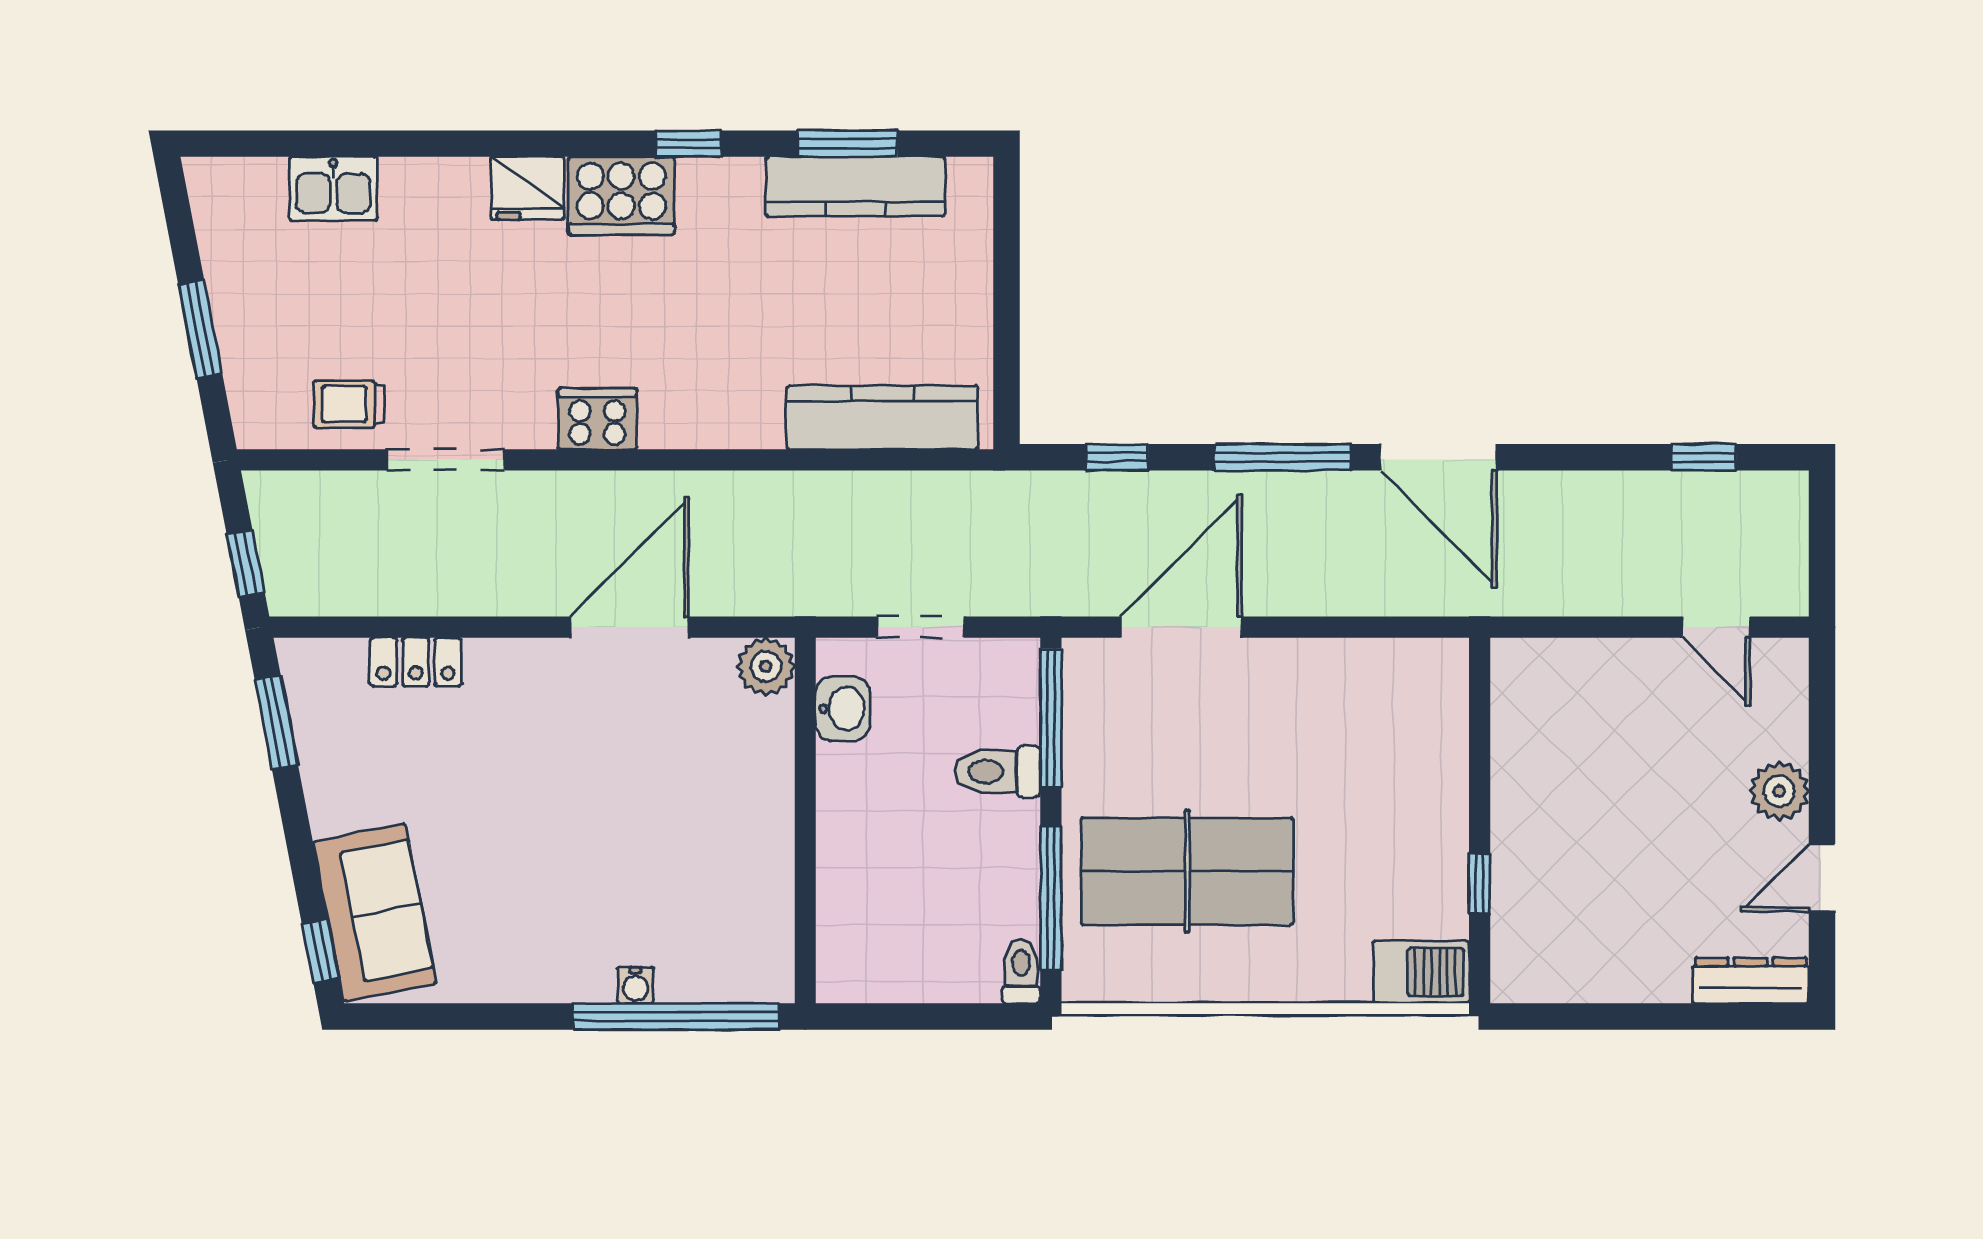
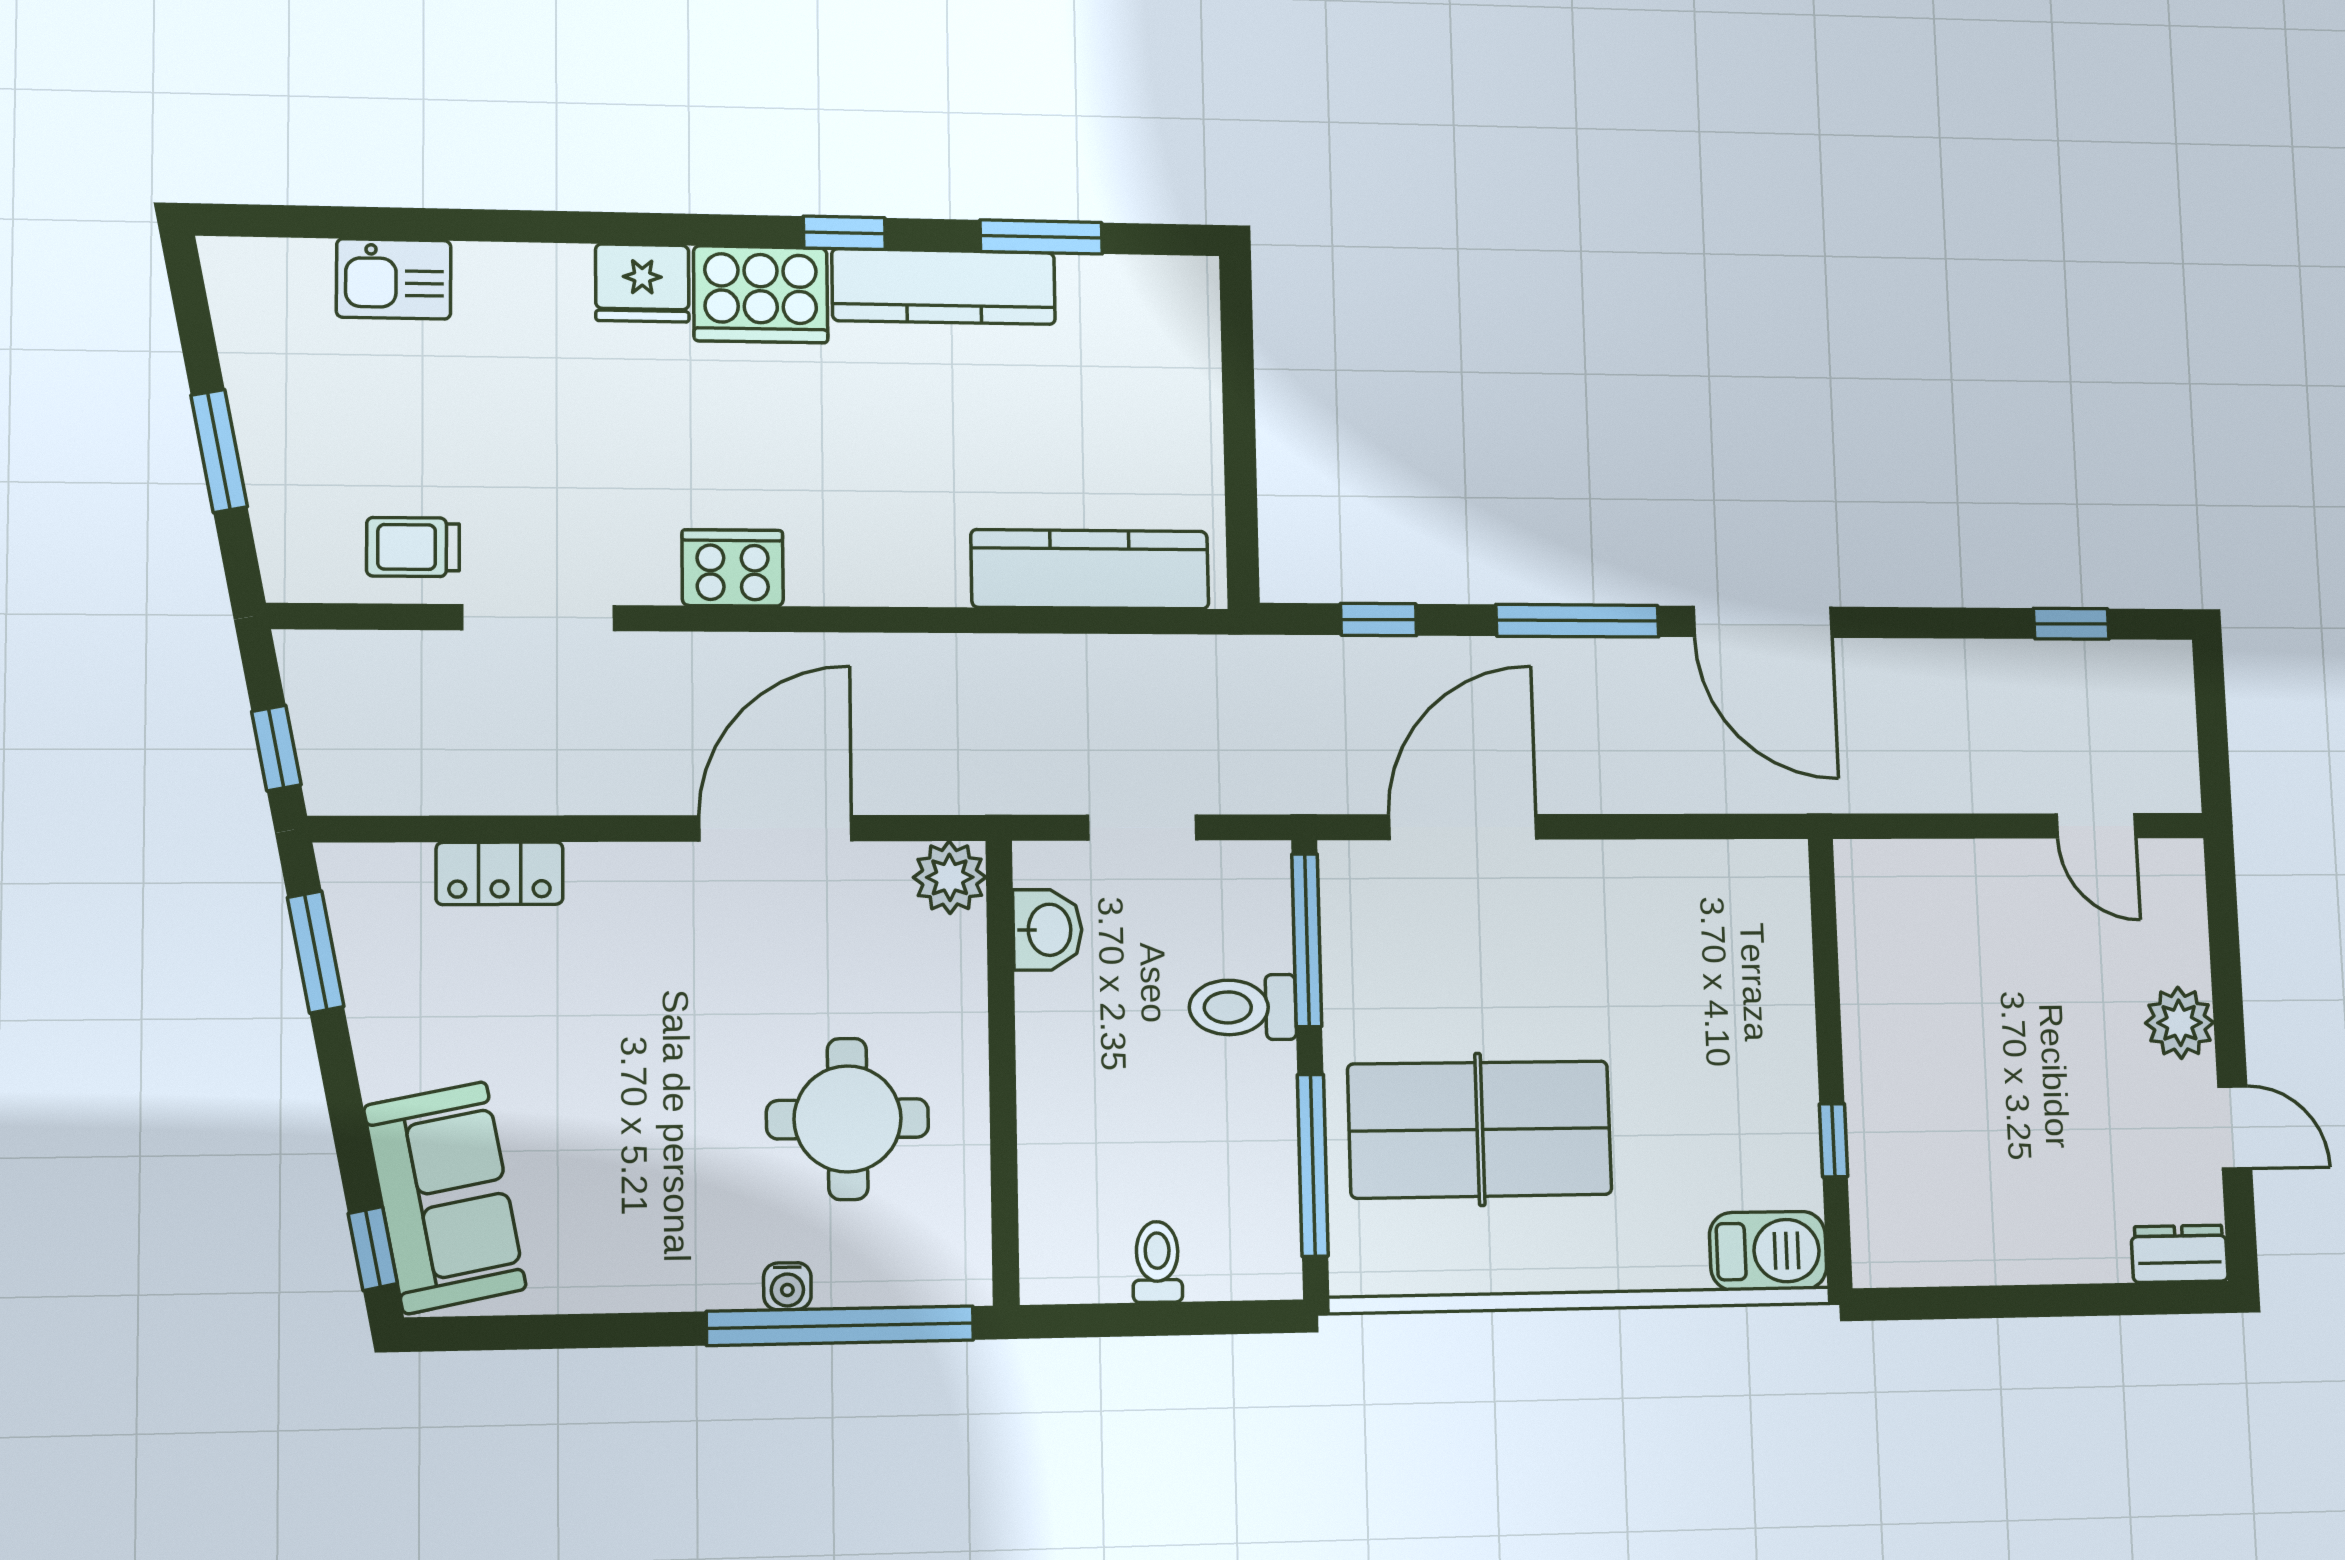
kitchen counter: (855, 187) -> (944, 287), moved
round table: (683, 856) -> (848, 1119), added
door: (1822, 878) -> (2235, 1127), swing flipped
toilet: (1021, 972) -> (1157, 1262), moved
dresser: (1751, 981) -> (2179, 1254), width x0.70

